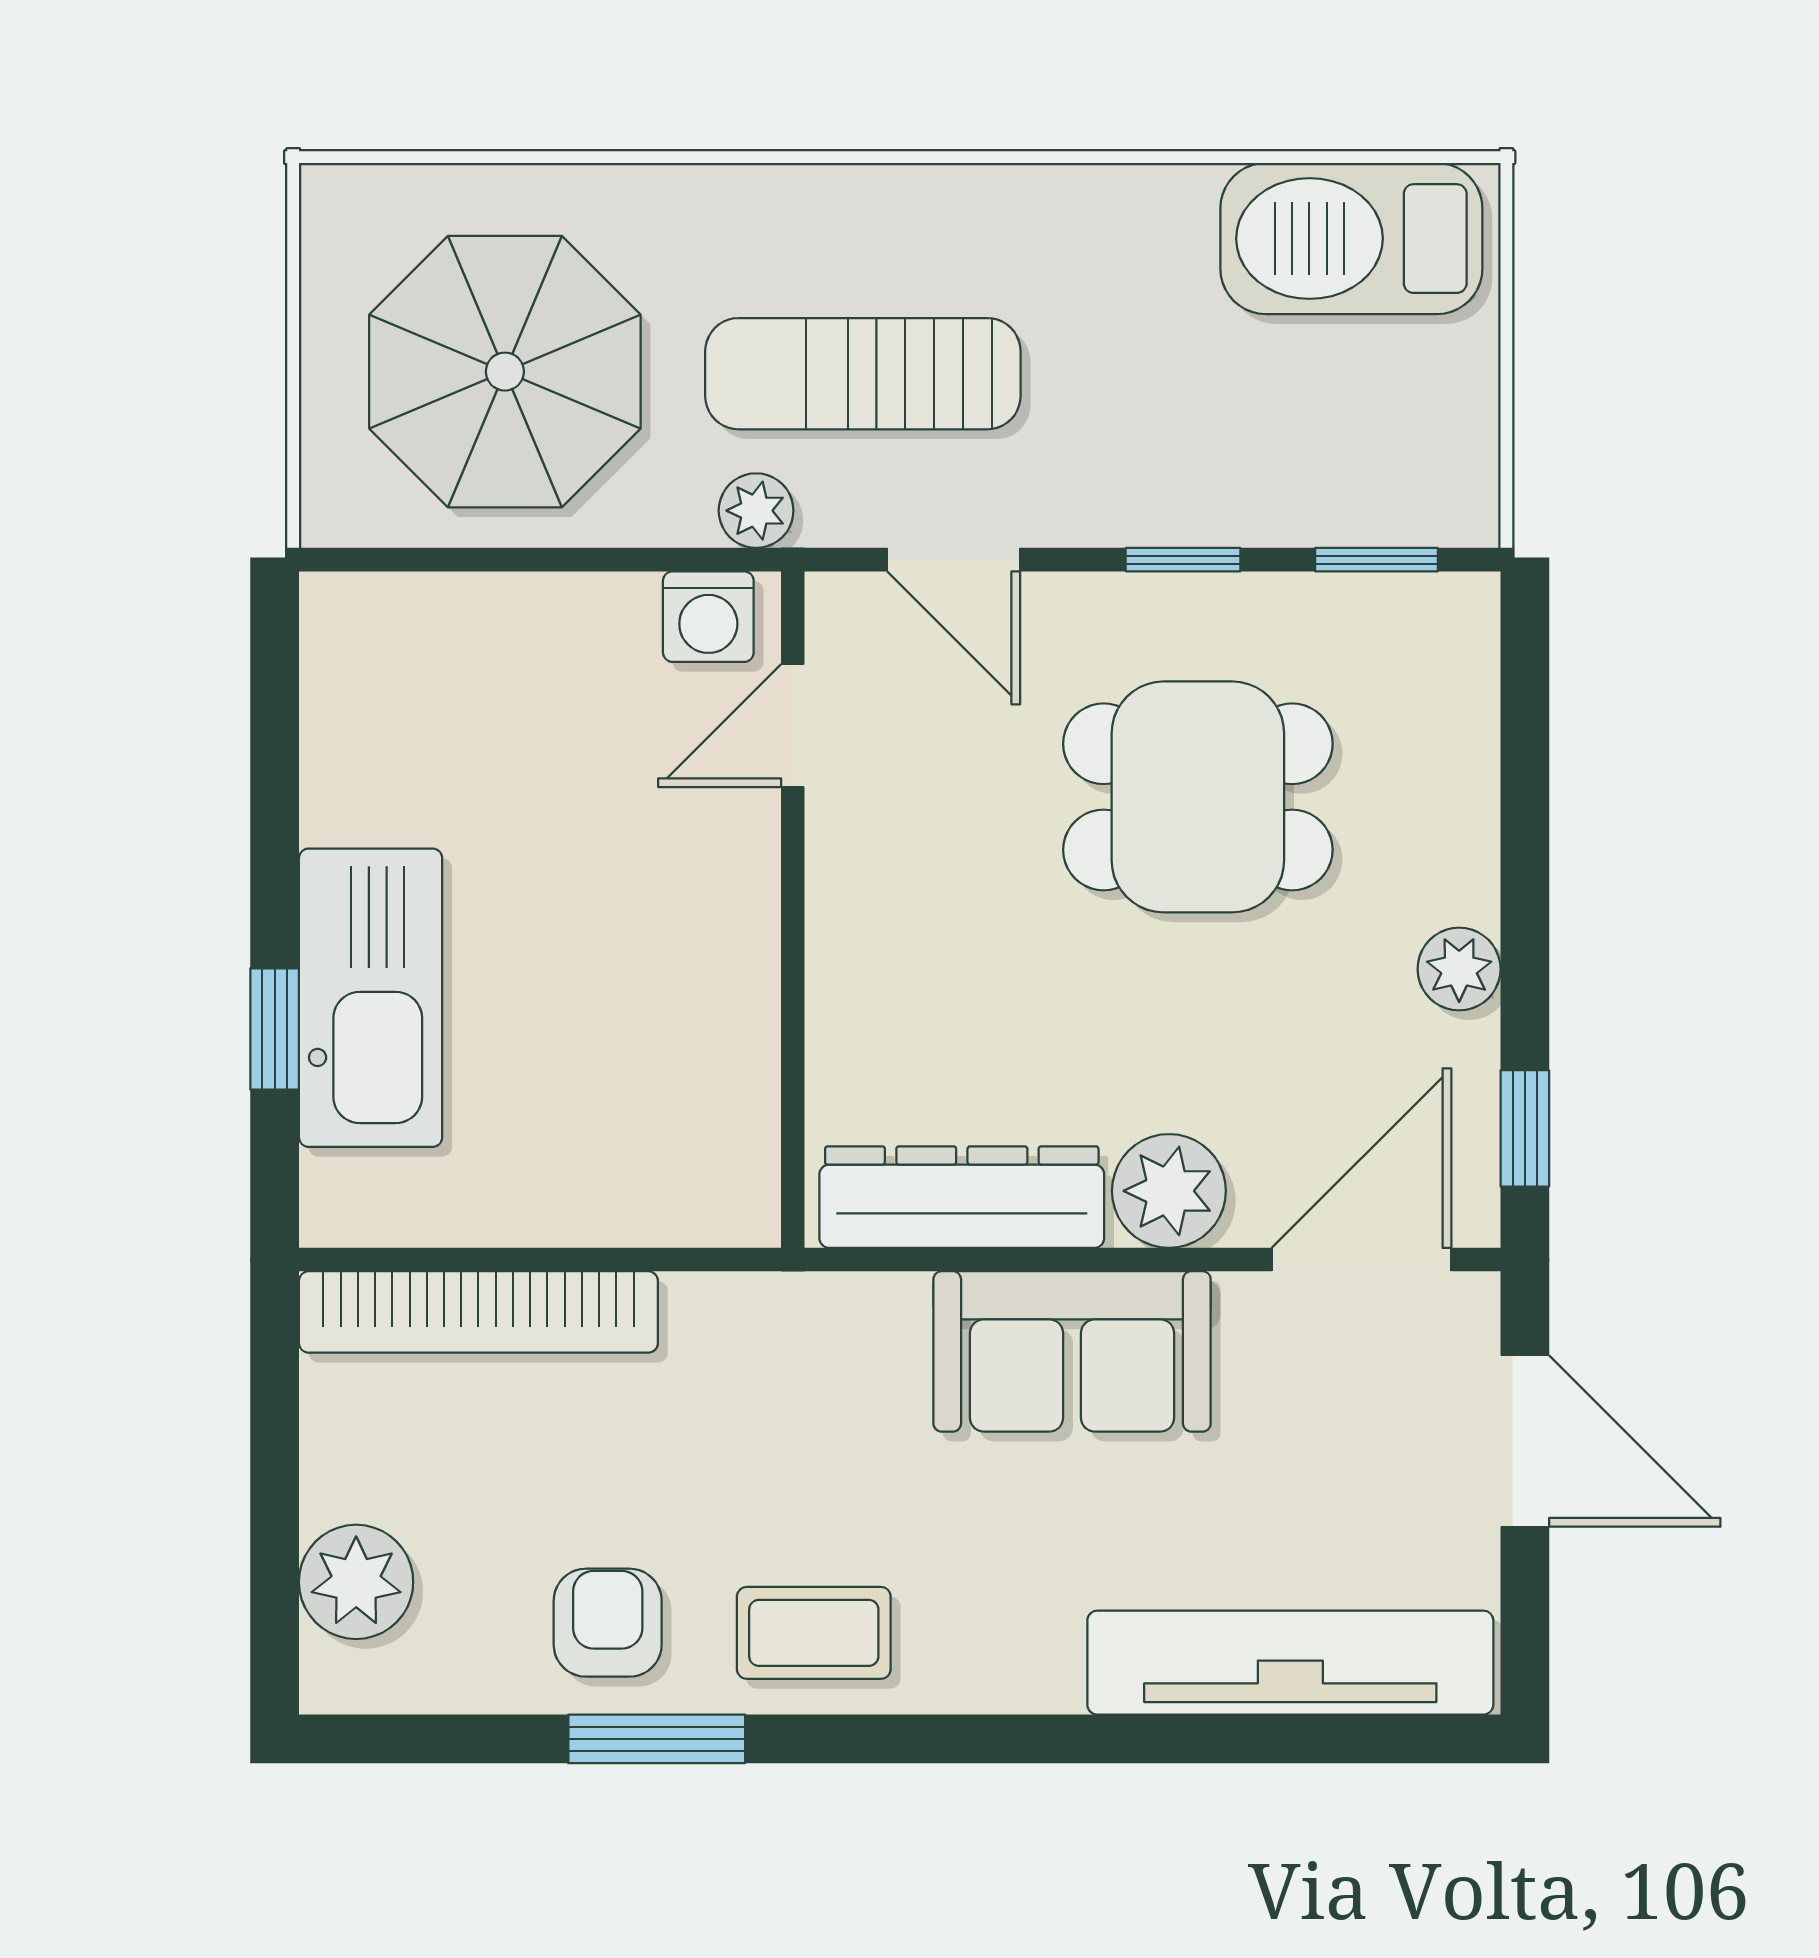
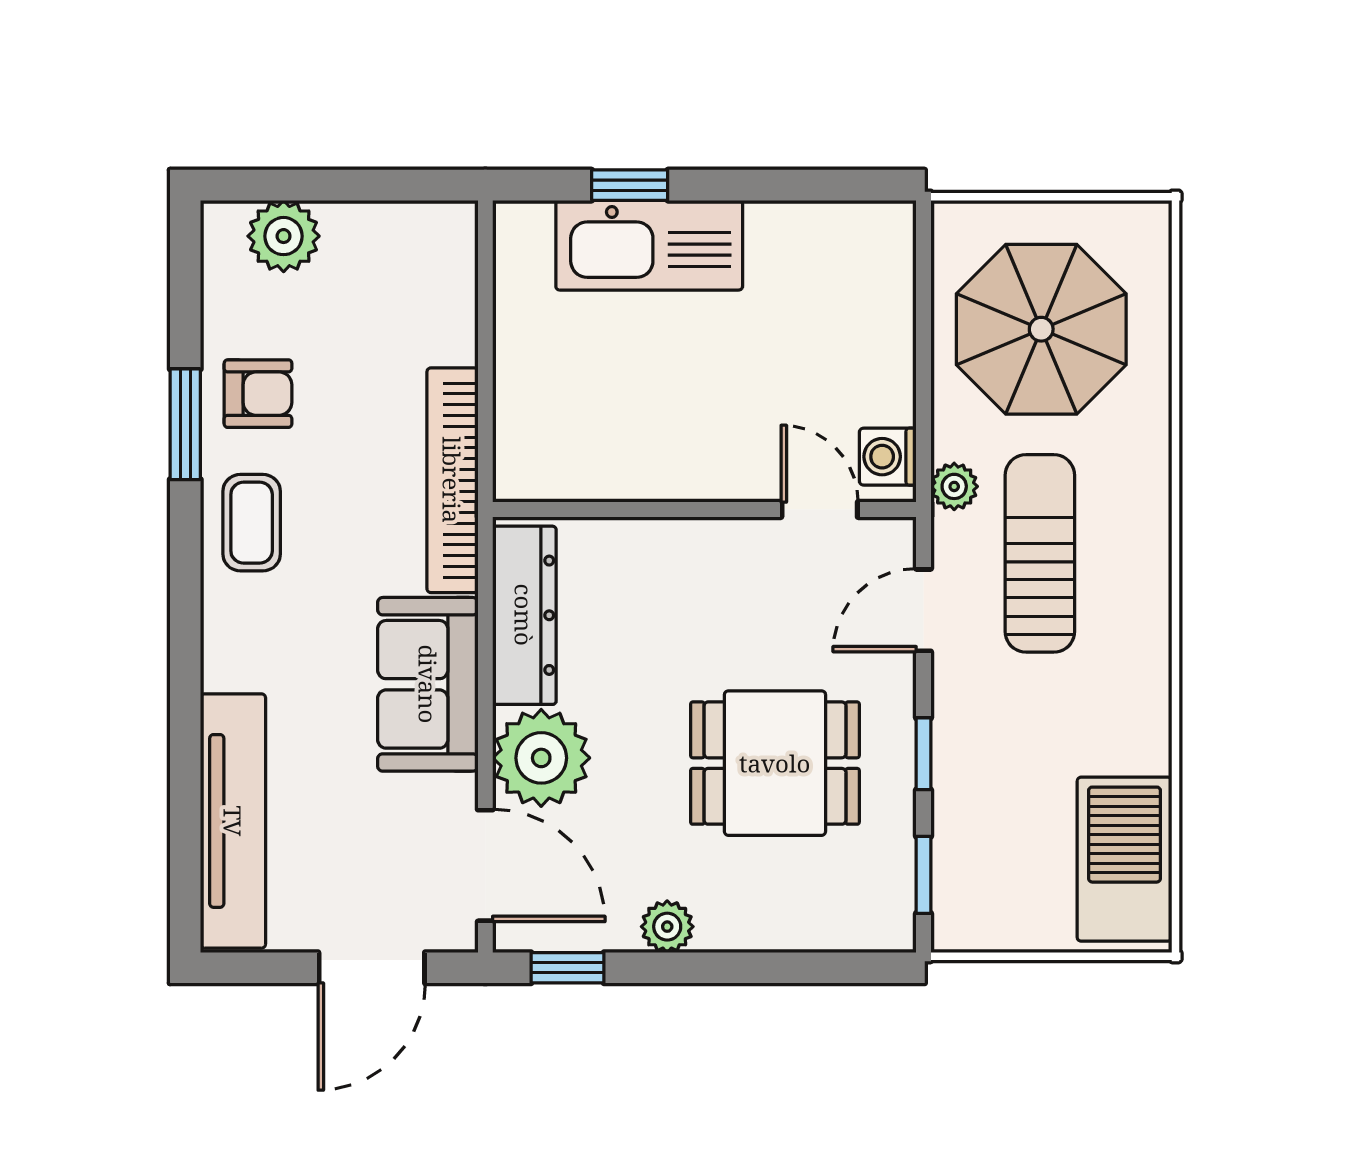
dining table: (1198, 797) -> (775, 763), turned 90
plant: (1169, 1191) -> (541, 758), width x1.36, depth x1.36
bookcase: (478, 1312) -> (452, 480), moved

